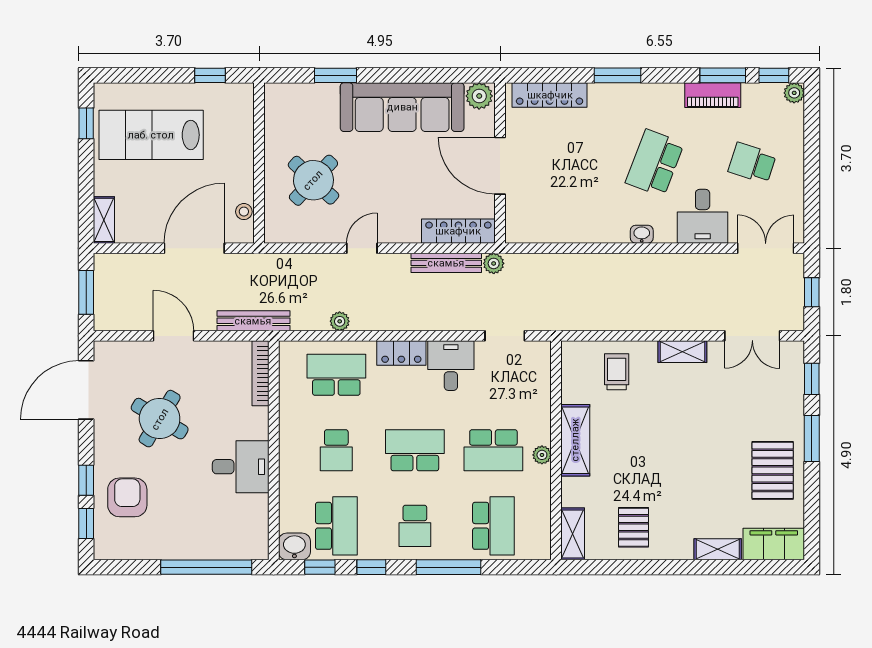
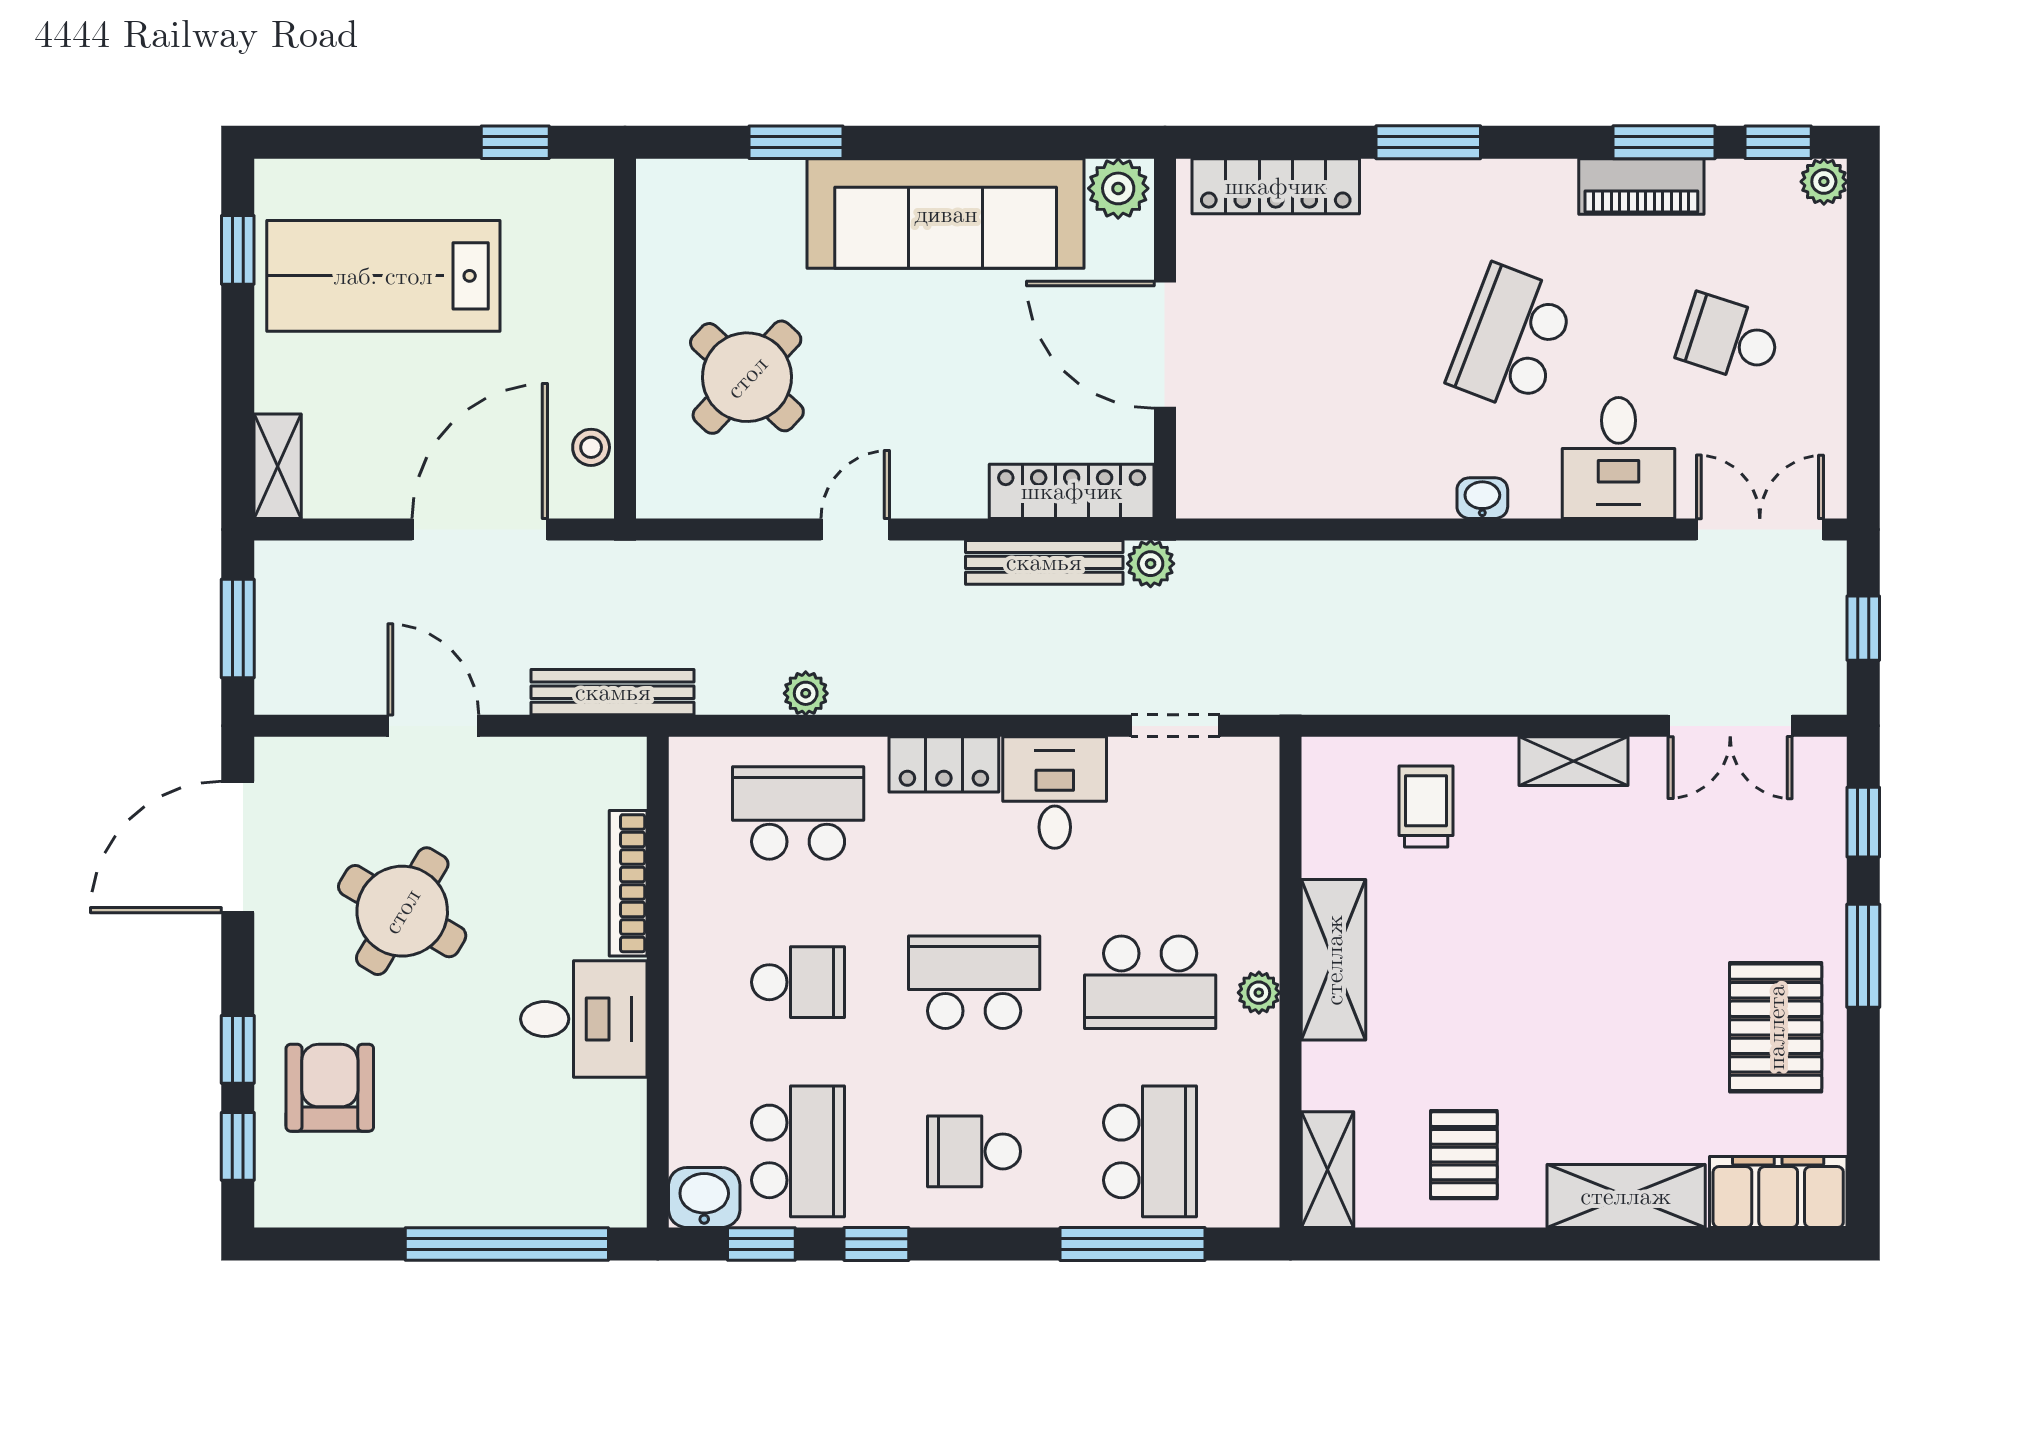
bookcase: (260, 373) -> (628, 883), moved
school desk: (336, 450) -> (798, 982), turned -90
school desk: (415, 526) -> (974, 1151), turned 90
shelving: (718, 549) -> (1626, 1196), width x1.50, depth x1.33
window: (448, 567) -> (1133, 1244), moved

